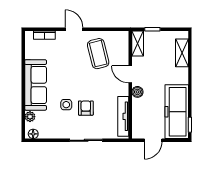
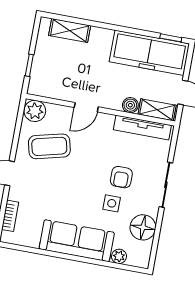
plant: (121, 39) -> (35, 111), added
shelving: (138, 43) -> (157, 110), moved
boiler: (137, 92) -> (130, 105), moved
armchair: (86, 108) -> (121, 177), turned -90
floor lamp: (33, 134) -> (143, 227), moved, width x1.89, depth x1.89

